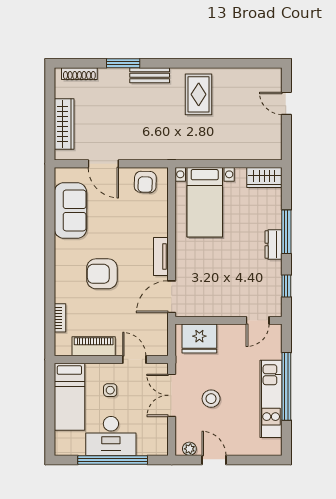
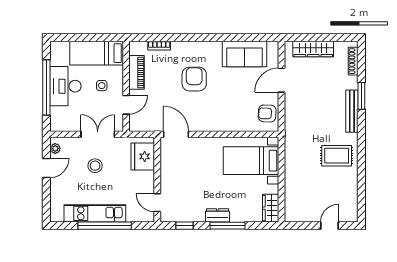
bench: (150, 75) -> (352, 111), width x1.36
tv unit: (161, 257) -> (208, 126), removed

